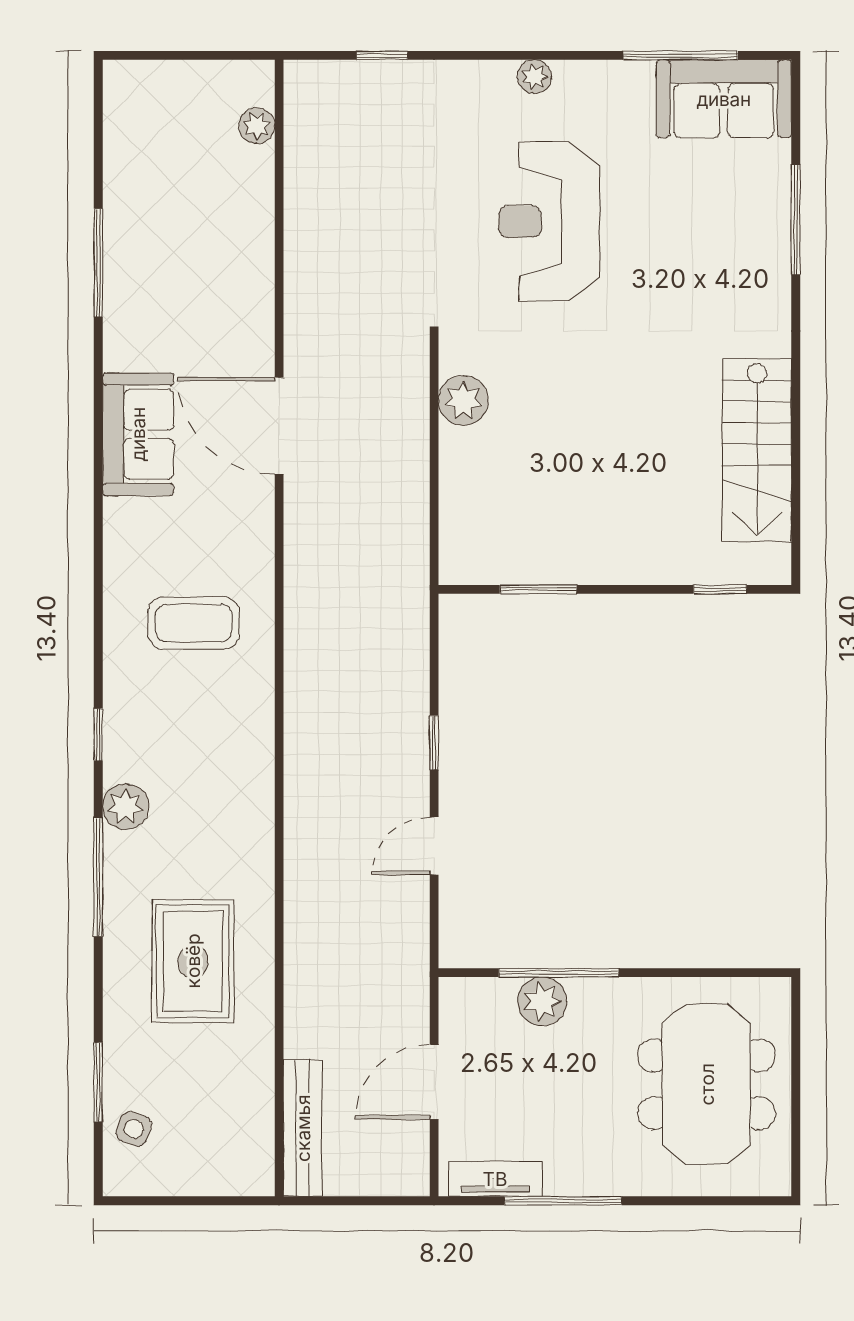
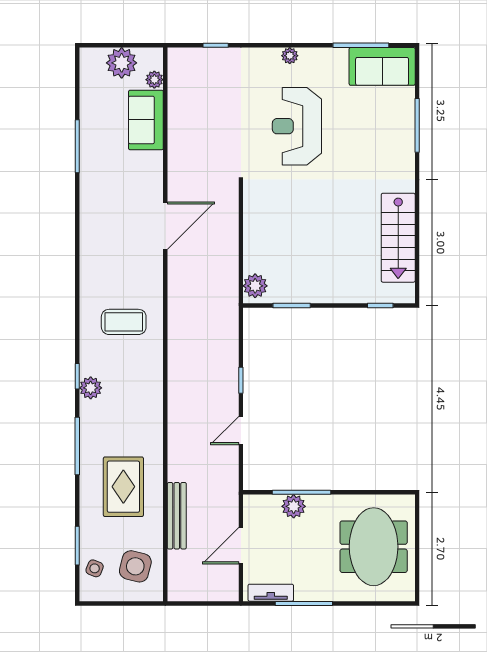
plant: (189, 91) -> (122, 63), added
plant: (463, 401) -> (255, 286), moved
door: (279, 426) -> (165, 226), swing flipped
sofa: (138, 434) -> (146, 120), moved, turned 180
plant: (126, 807) -> (91, 388), moved
side table: (217, 1125) -> (135, 566), added
bench: (303, 1128) -> (177, 516), moved

